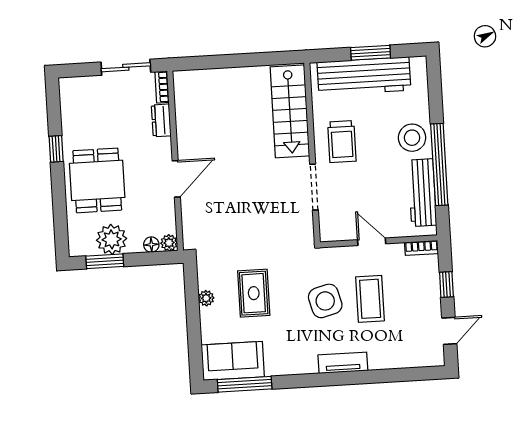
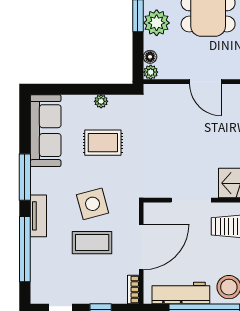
door: (372, 242) -> (141, 247), width x1.87
sofa: (233, 361) -> (46, 131), width x1.36
window: (382, 376) -> (25, 249), added
window: (245, 384) -> (25, 177), moved

